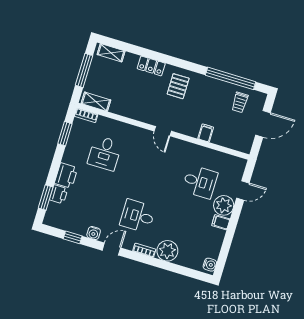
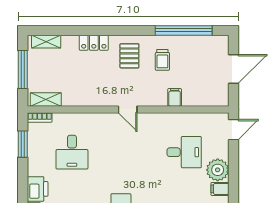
trolley: (240, 102) -> (162, 60), moved
door: (243, 191) -> (233, 130), moved

